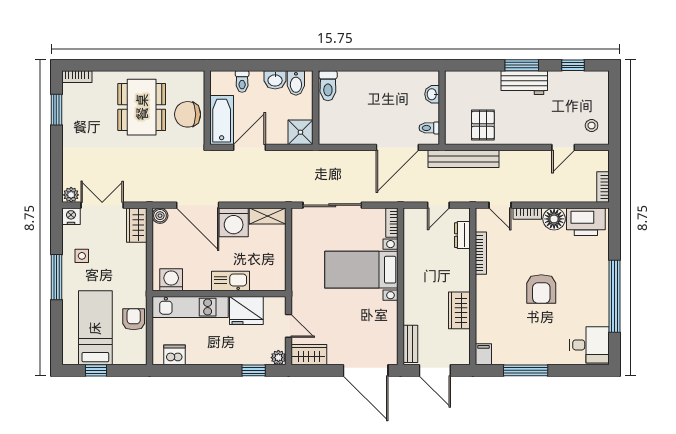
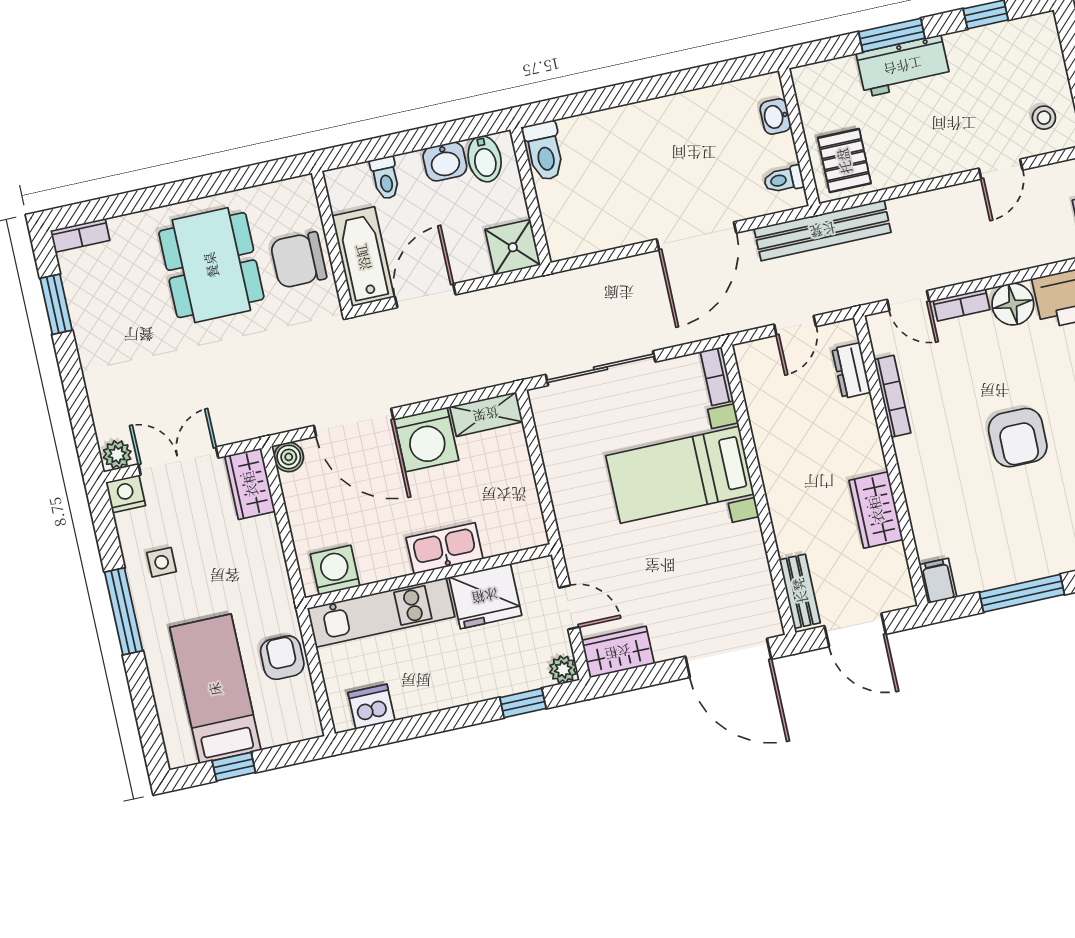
washbasin: (432, 94) -> (775, 116), moved
wall: (442, 108) -> (799, 137), moved
toilet: (429, 128) -> (784, 180), moved

